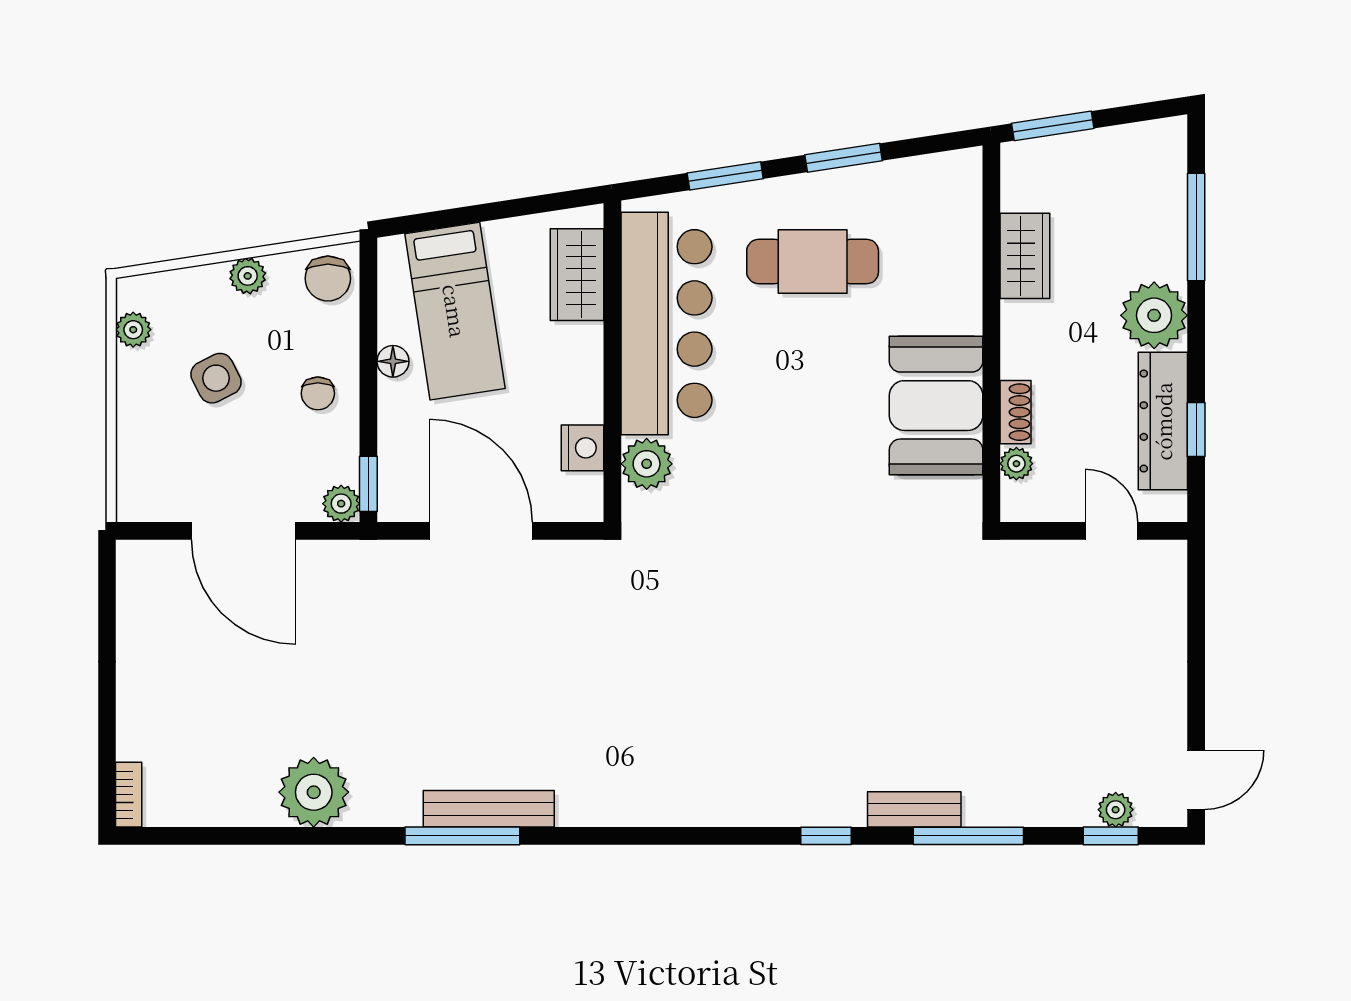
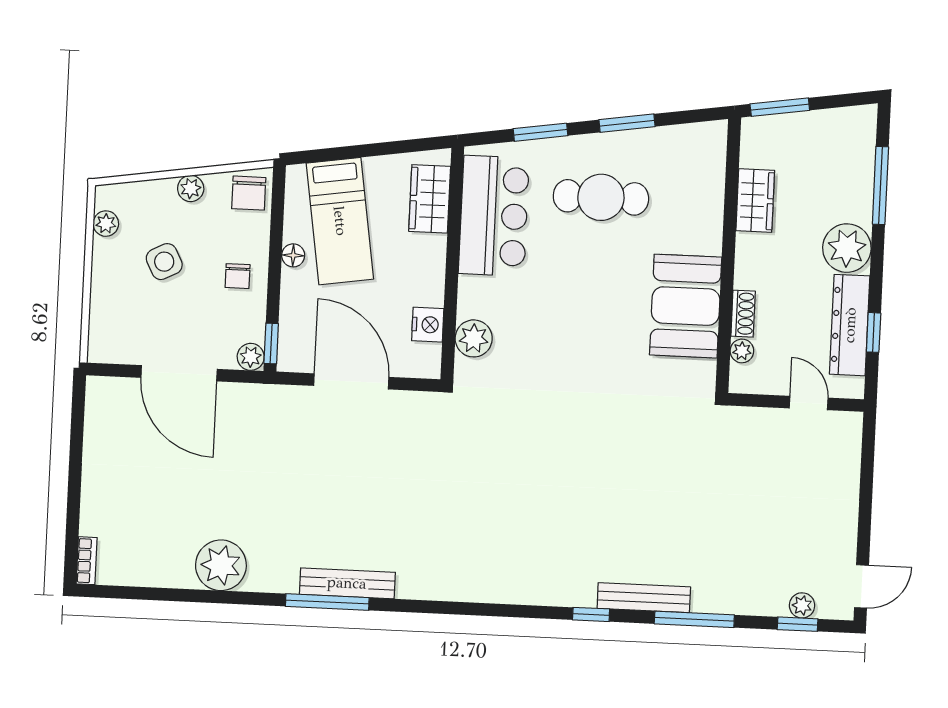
bar counter: (666, 324) -> (494, 216), width x0.73
bench: (914, 809) -> (644, 598), width x1.36

